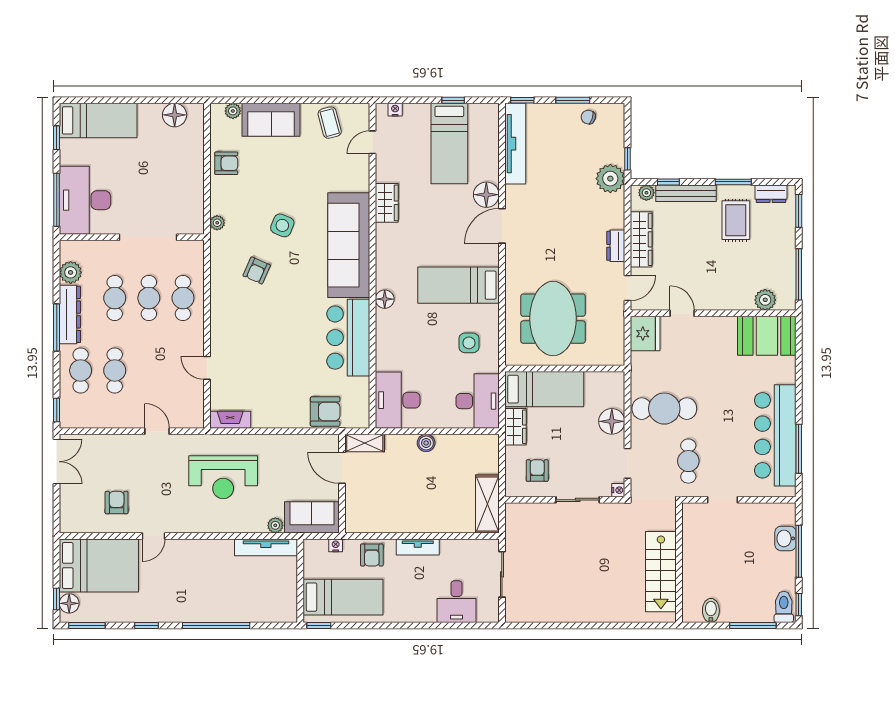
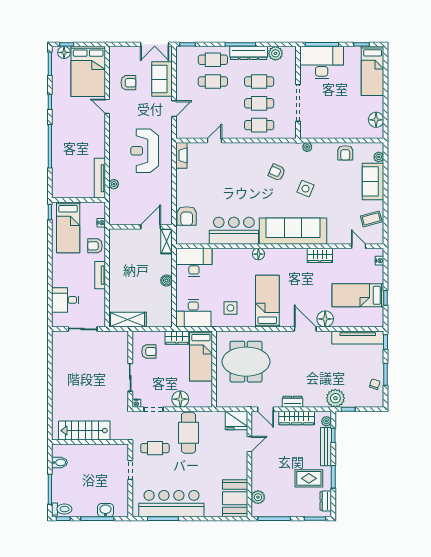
sofa: (312, 517) -> (162, 79), moved, turned 180

